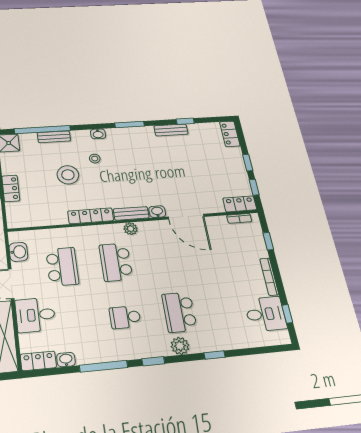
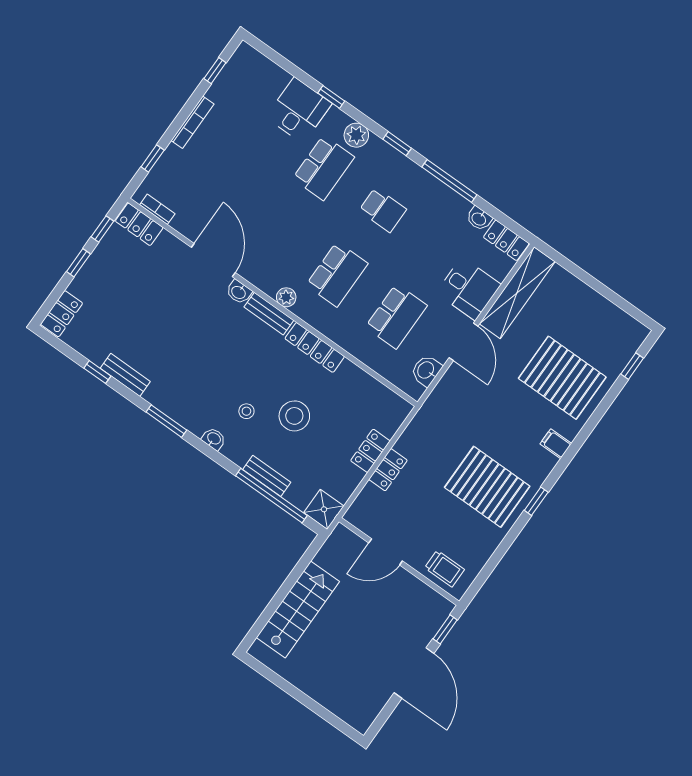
school desk: (62, 267) -> (396, 316), turned 180
desk: (266, 314) -> (299, 110), moved, turned 90

